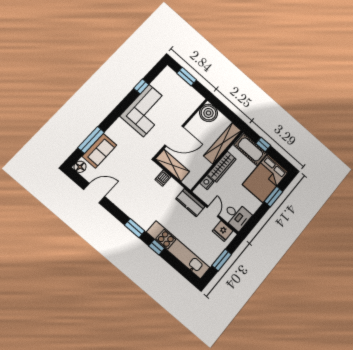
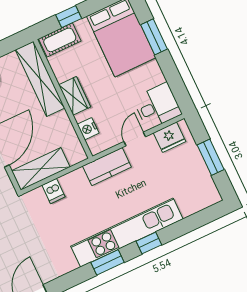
cot: (250, 149) -> (60, 40), width x0.73, depth x0.75
wardrobe: (222, 167) -> (75, 96), width x0.67
door: (213, 211) -> (135, 139), hinge flipped
kitchen unit: (178, 250) -> (127, 233), moved

